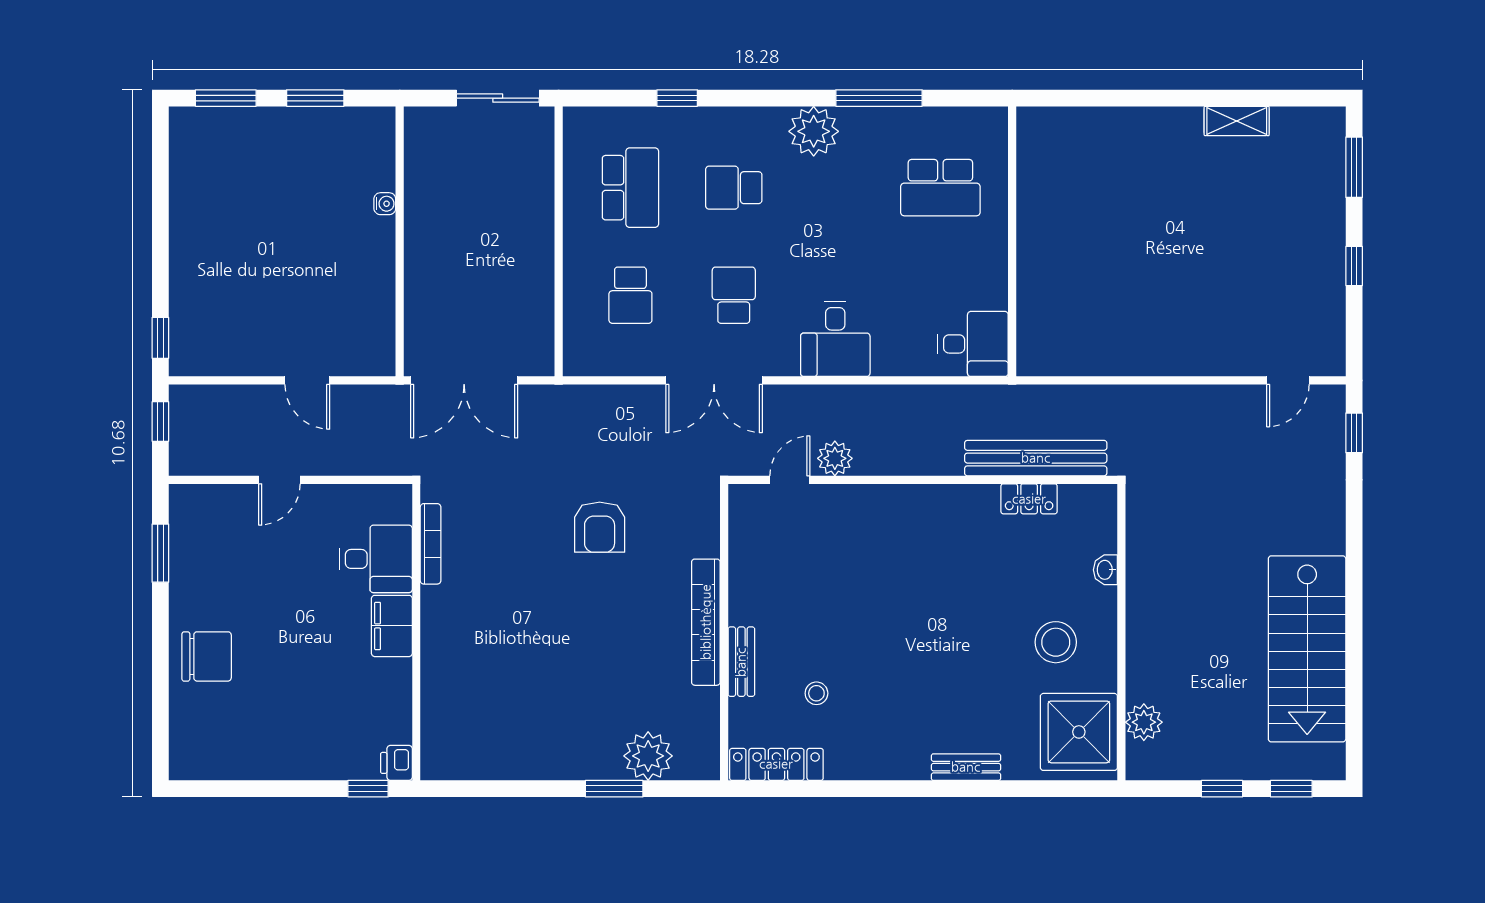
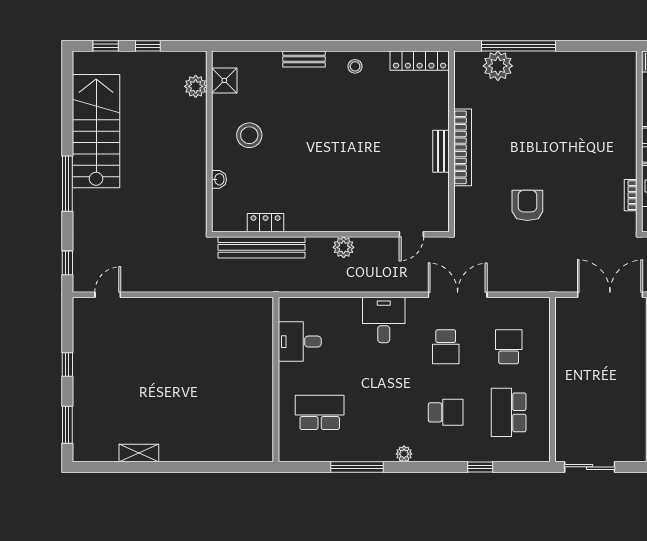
plant: (814, 131) -> (404, 454), width x0.53, depth x0.53
desk: (973, 344) -> (300, 342), moved
plant: (835, 458) -> (344, 247), moved
bookcase: (431, 544) -> (631, 195), width x0.64
window: (1354, 563) -> (67, 184), added
bench: (741, 662) -> (441, 151), moved
stool: (816, 693) -> (355, 66), moved
shower: (1079, 732) -> (224, 80), width x0.54, depth x0.54
window: (614, 789) -> (519, 46), width x2.11

